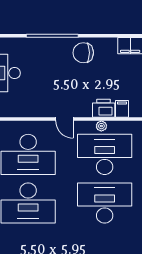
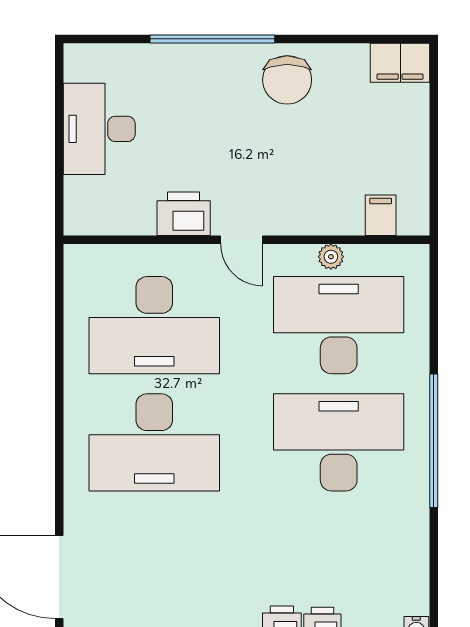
chair: (83, 53) -> (287, 80), turned -90
printer: (104, 108) -> (184, 214), moved

